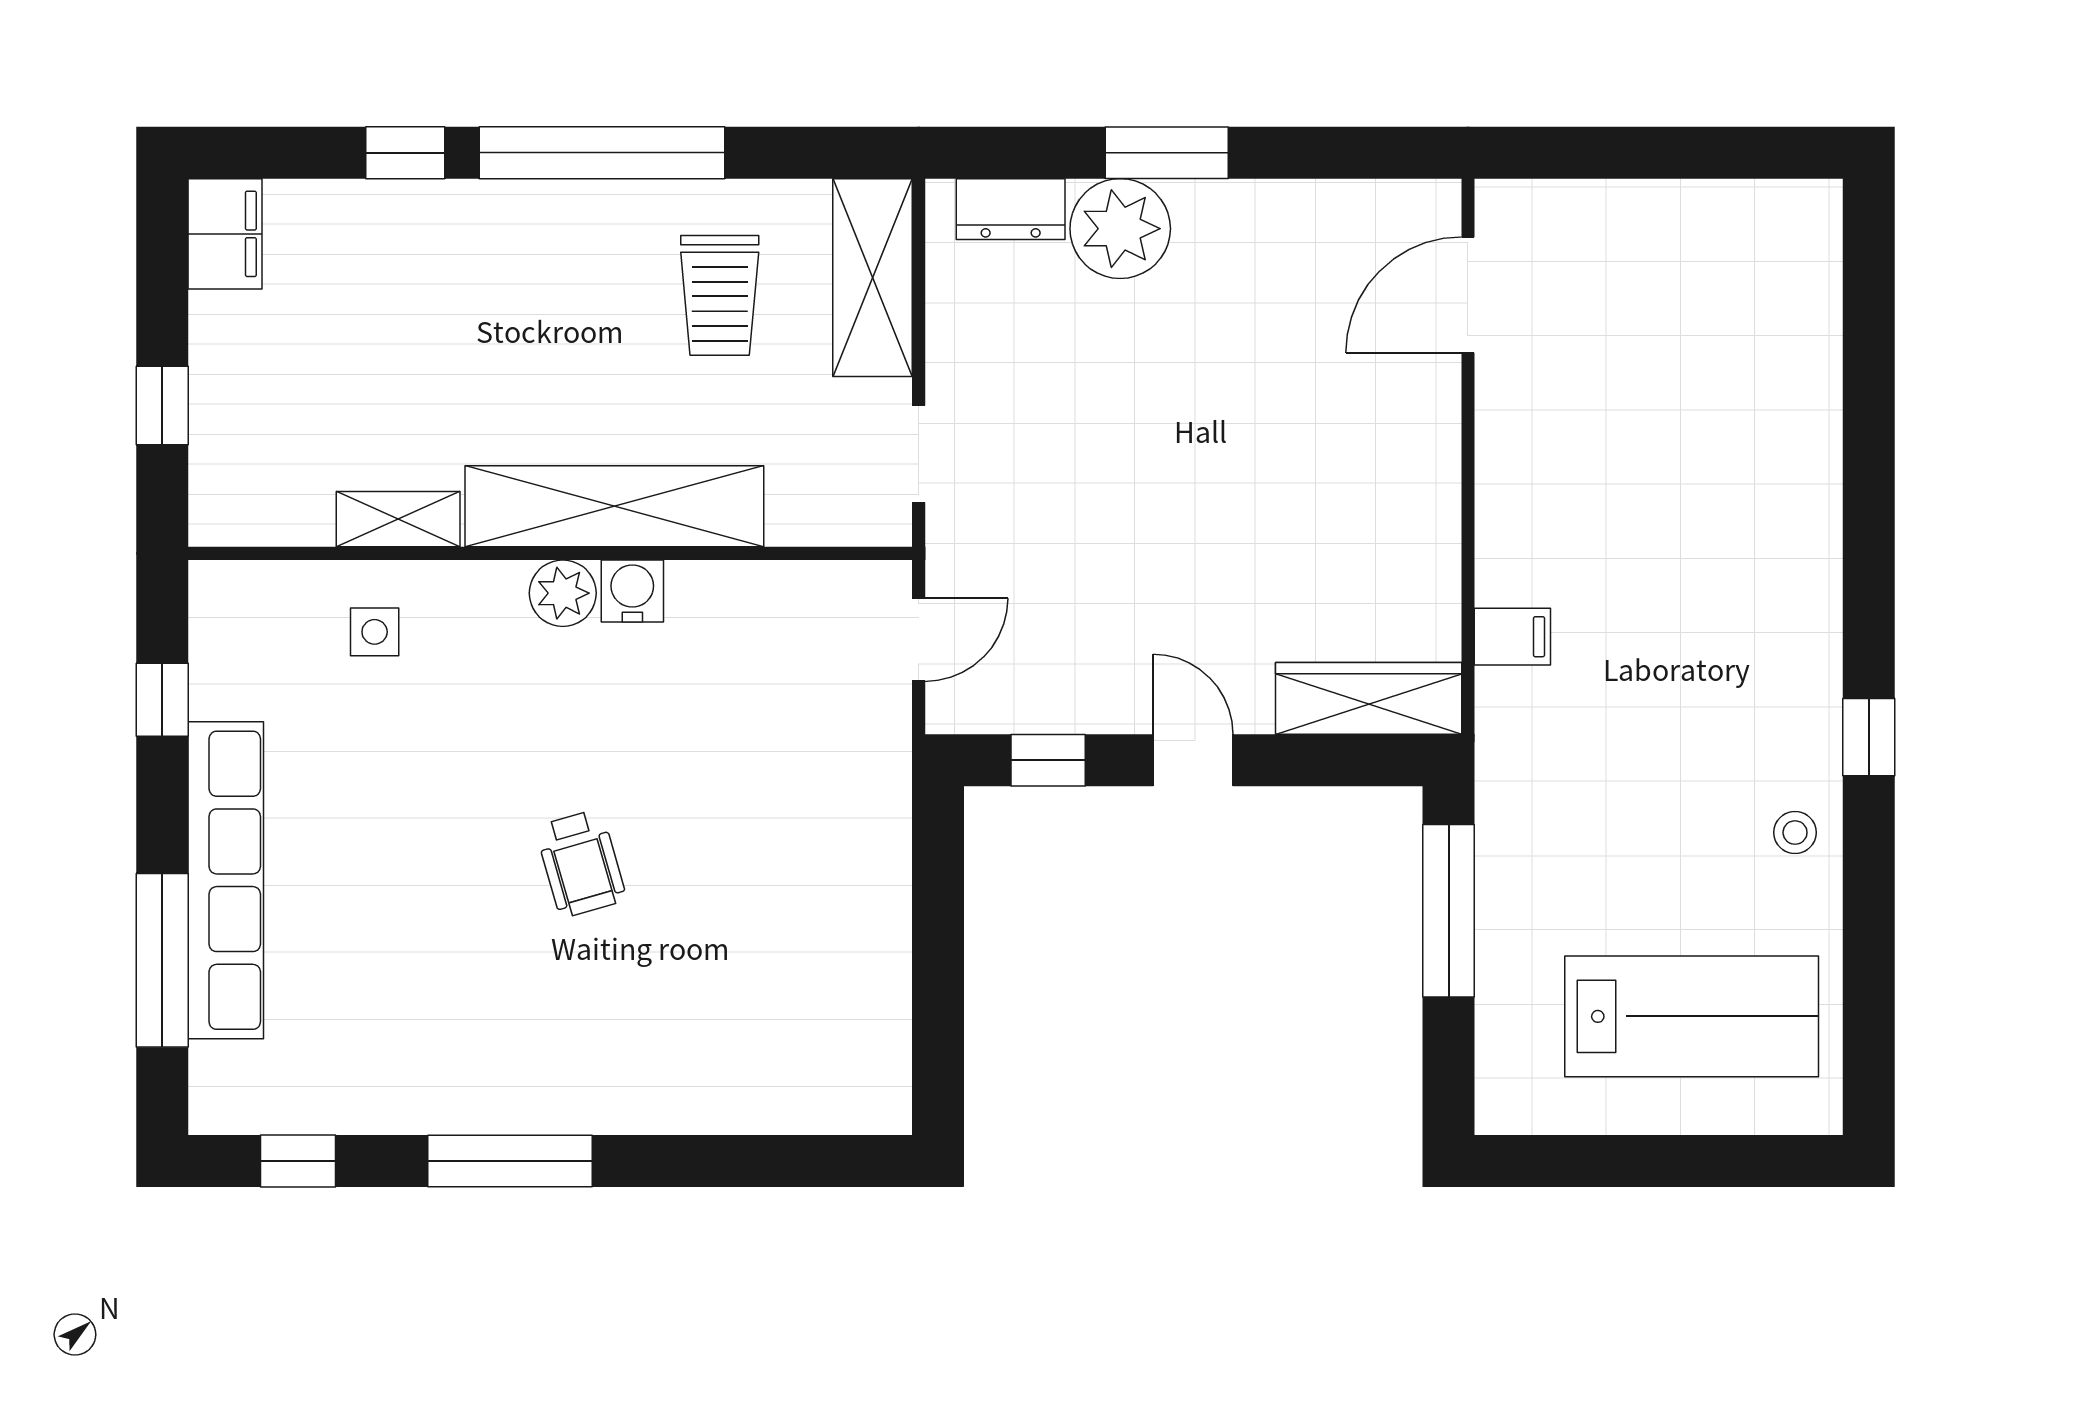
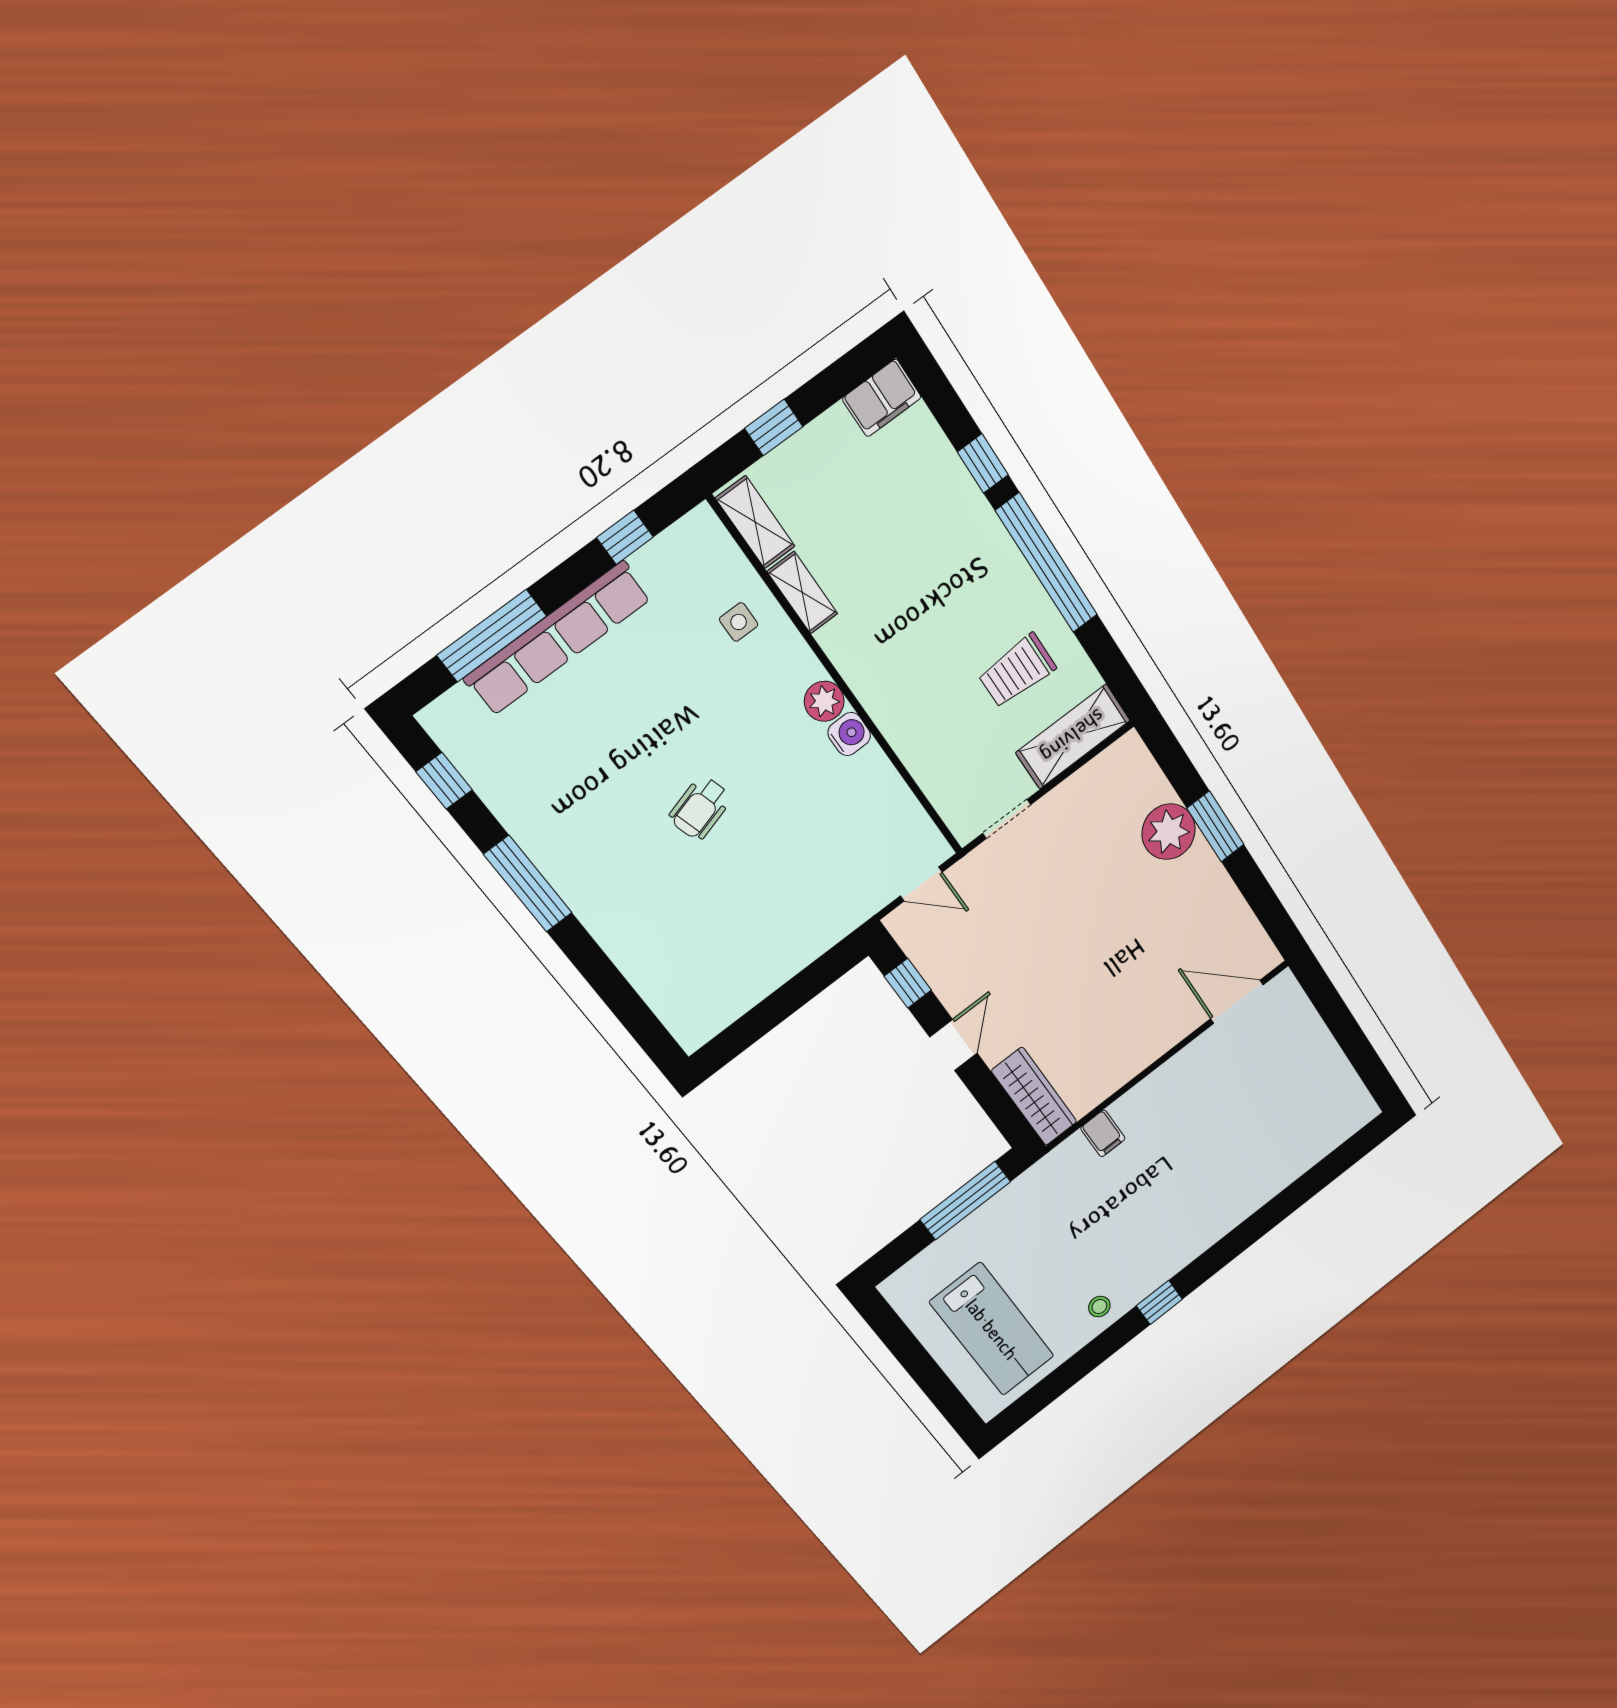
dresser: (1011, 209) -> (1145, 776), removed
shelving: (614, 506) -> (755, 522), moved, width x0.45, depth x0.75

